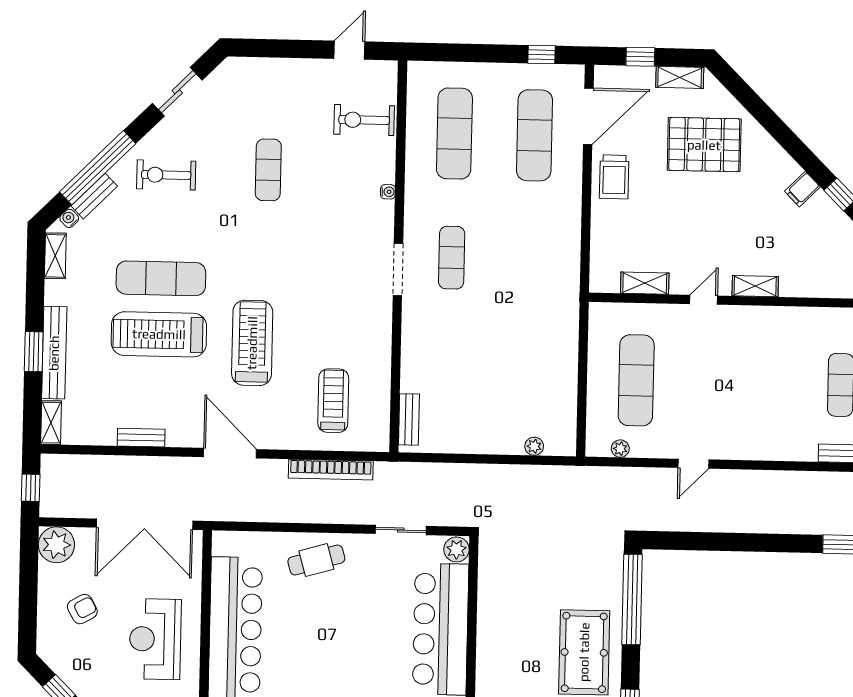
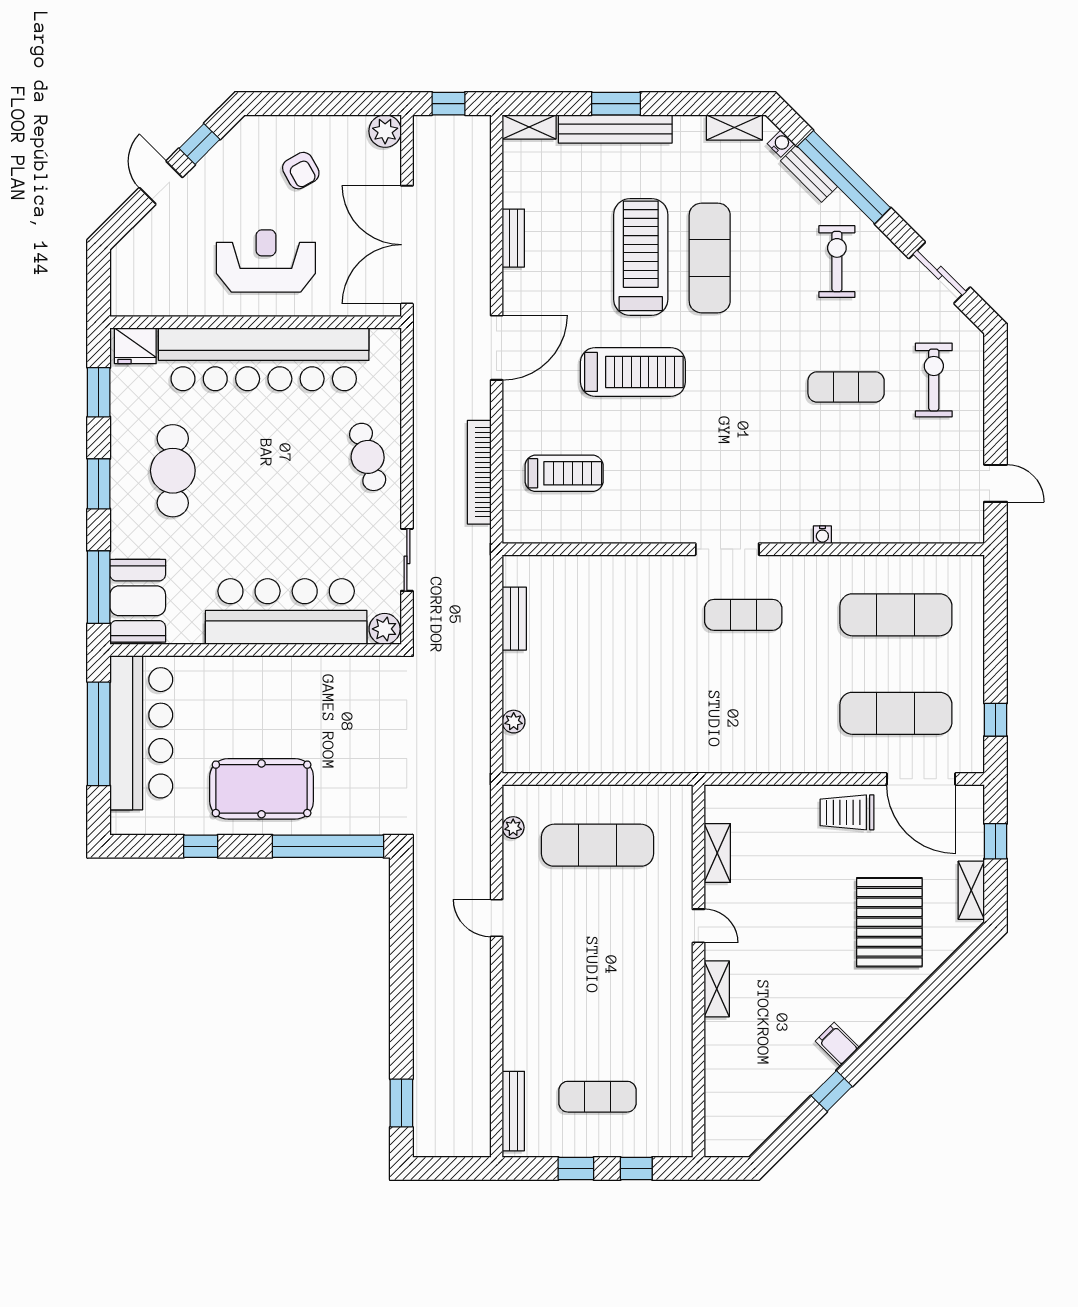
exercise bike: (364, 120) -> (934, 380), moved
bench: (409, 419) -> (514, 619), moved, turned 90
plant: (56, 545) -> (385, 131), width x0.73, depth x0.73

